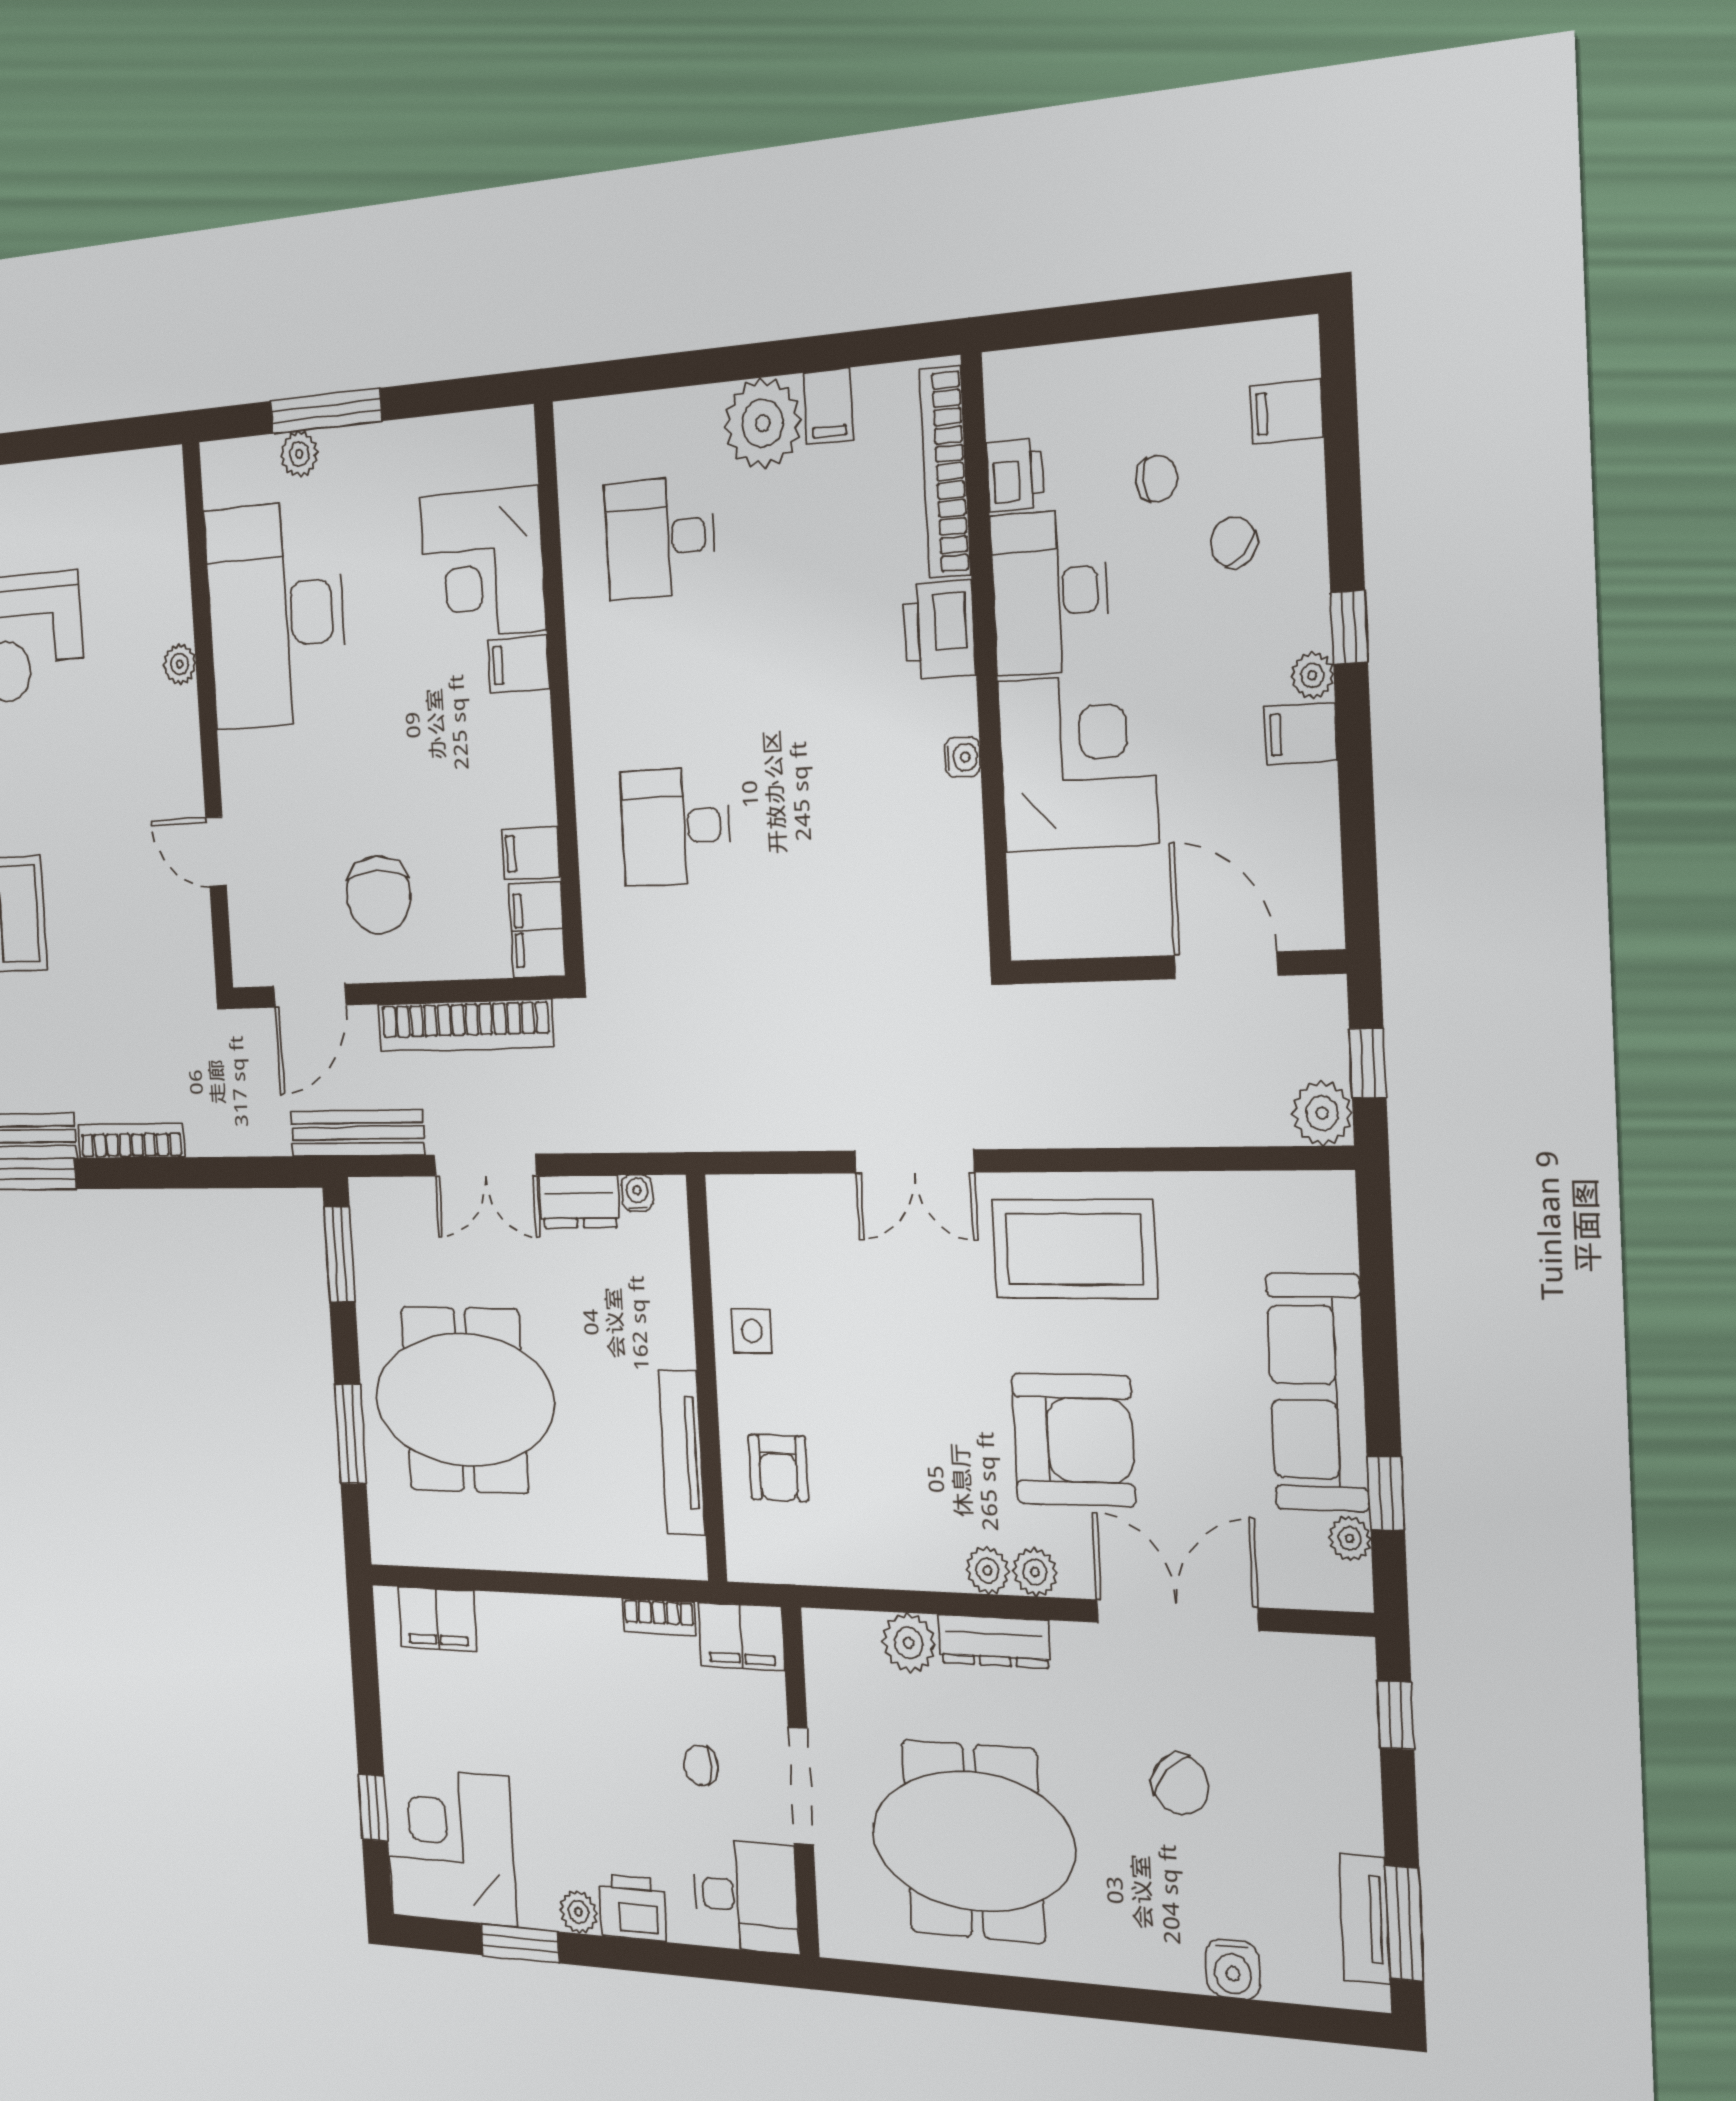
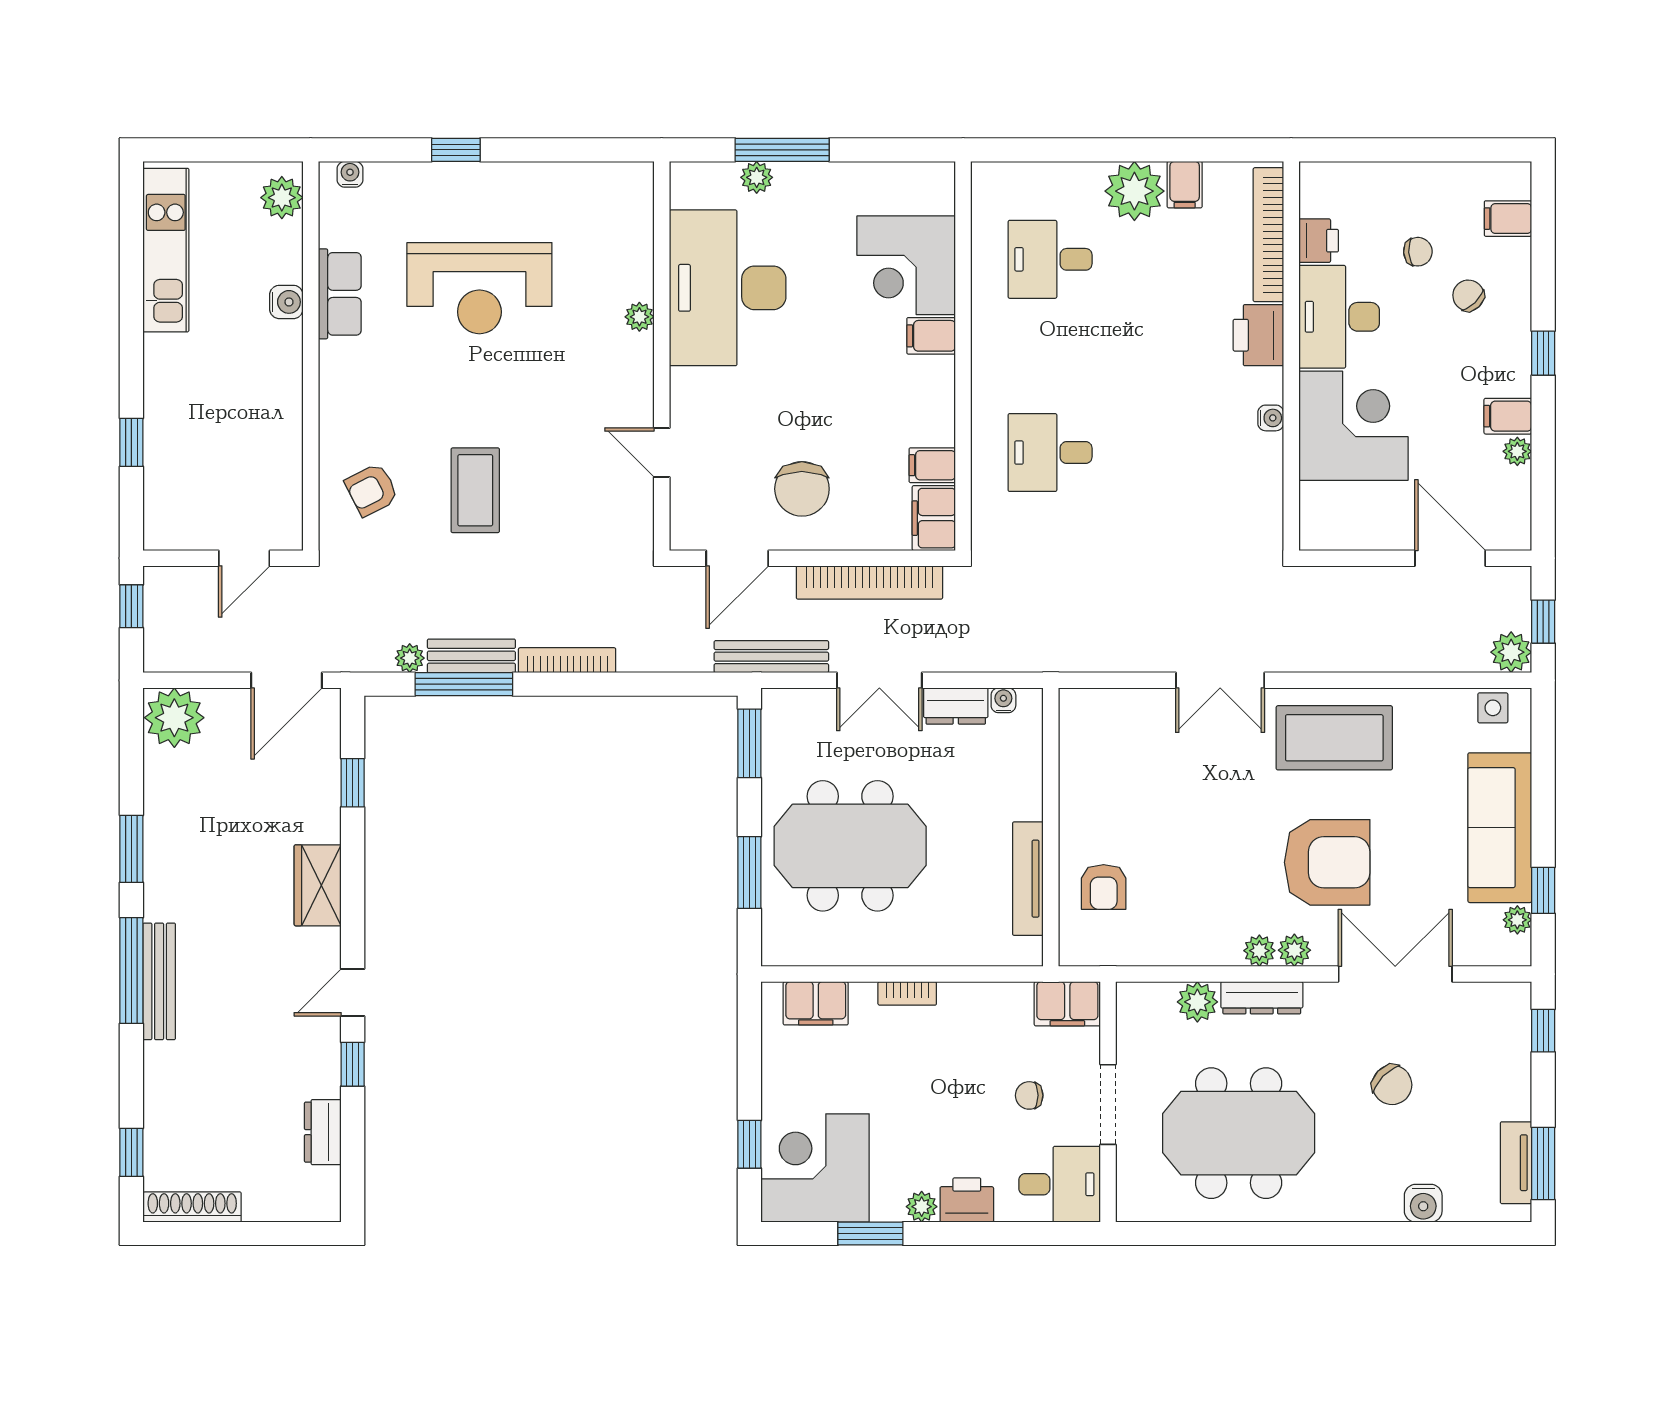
plant: (1312, 675) -> (1517, 451), moved
side table: (752, 1331) -> (1493, 708), moved
bookcase: (659, 1617) -> (907, 993), moved

